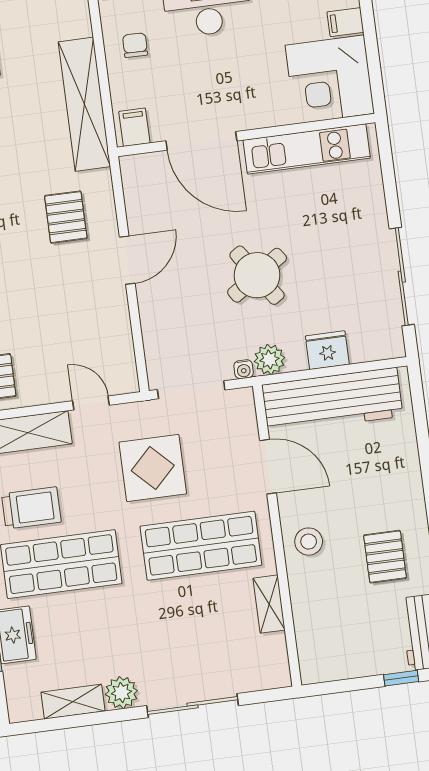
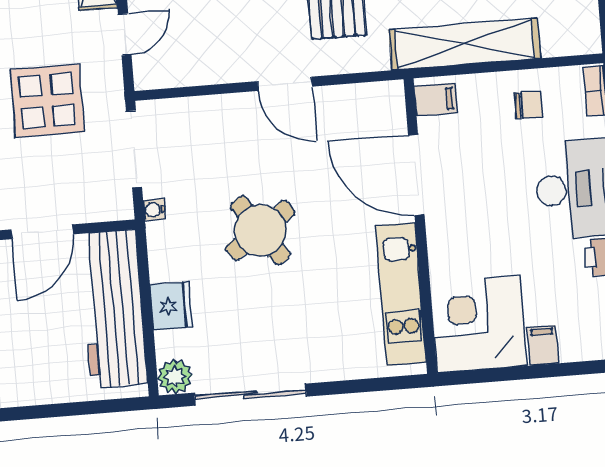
door: (201, 141) -> (416, 175), hinge flipped
plant: (269, 359) -> (175, 377), moved

